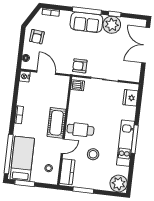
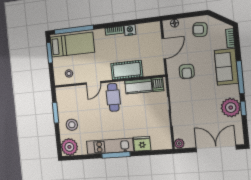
sofa: (86, 22) -> (226, 67), moved
armchair: (80, 66) -> (187, 71), moved, turned 180
nightstand: (25, 76) -> (130, 30), moved
plant: (135, 77) -> (179, 143), added
fridge: (130, 98) -> (142, 144), moved
cot: (57, 123) -> (127, 70), moved
door: (63, 146) -> (93, 83), hinge flipped
stool: (93, 154) -> (72, 125), moved
kitchen counter: (67, 172) -> (138, 86), moved

